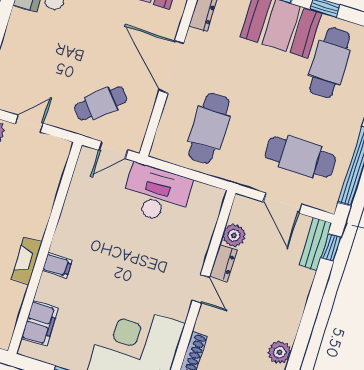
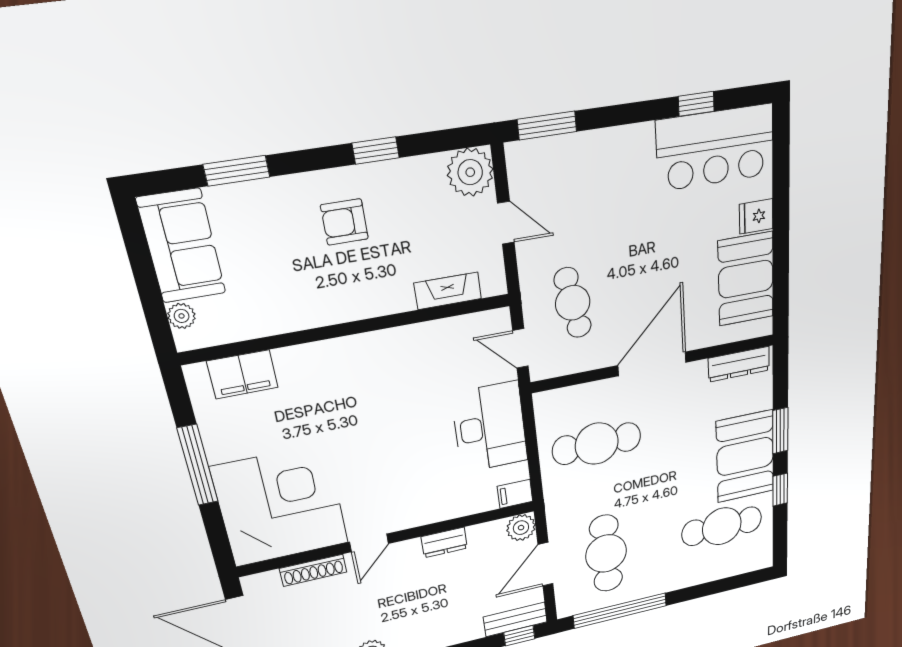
cafe table: (101, 103) -> (573, 303), turned 30
plant: (234, 235) -> (521, 528), moved
fireplace: (27, 260) -> (448, 291), moved
filing cabinet: (57, 265) -> (515, 494), moved, turned 90
door: (201, 289) -> (369, 543), moved

